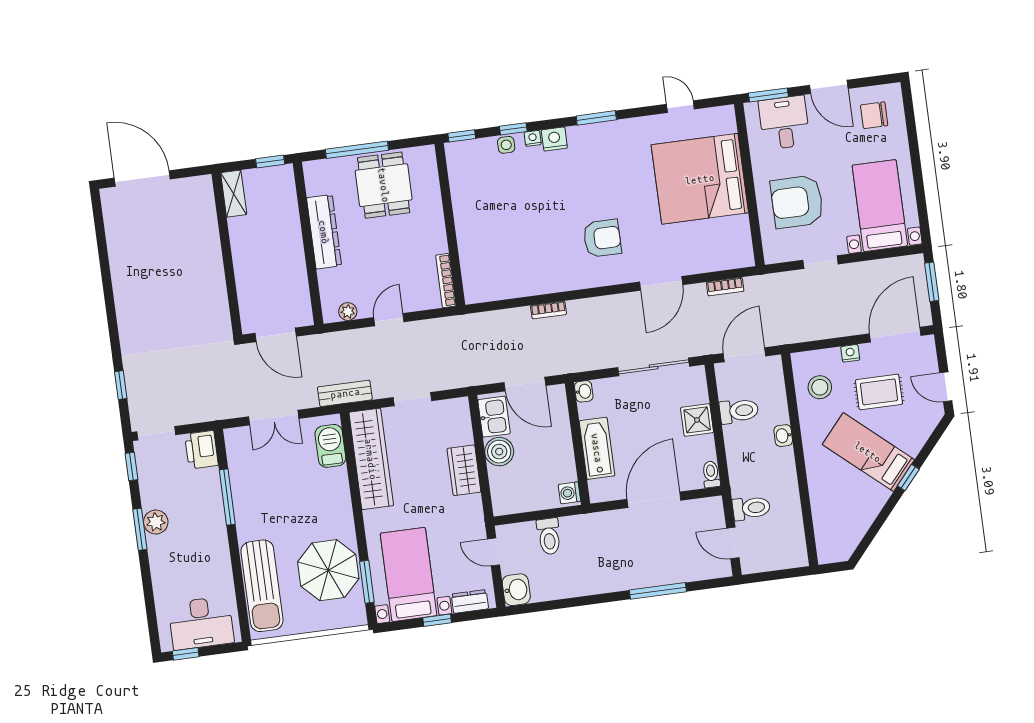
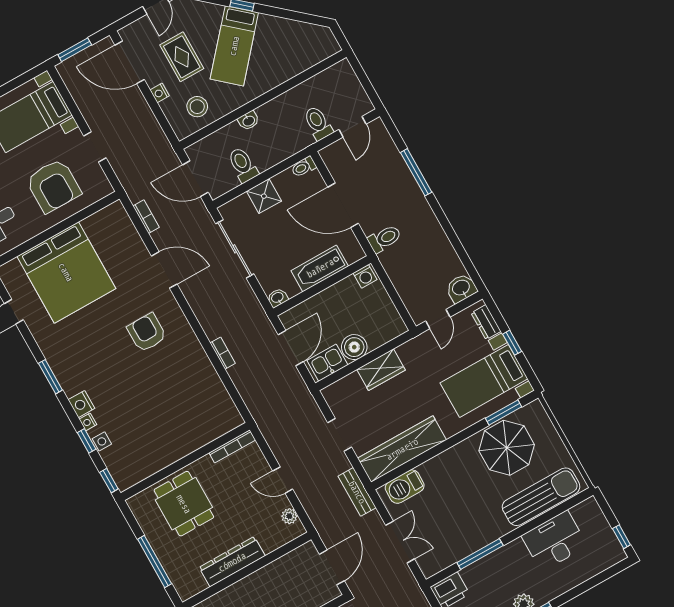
dining table: (384, 185) -> (184, 504), moved, turned 90
toilet: (549, 536) -> (384, 239), moved
desk: (201, 623) -> (554, 541), moved, turned -90

